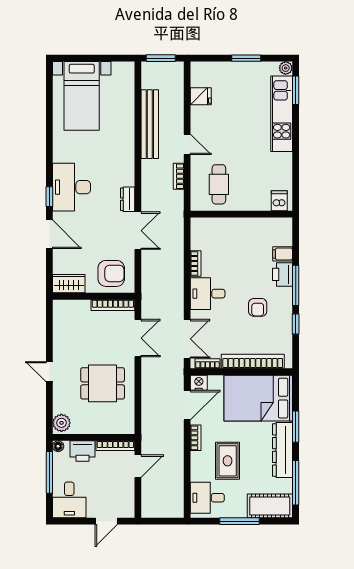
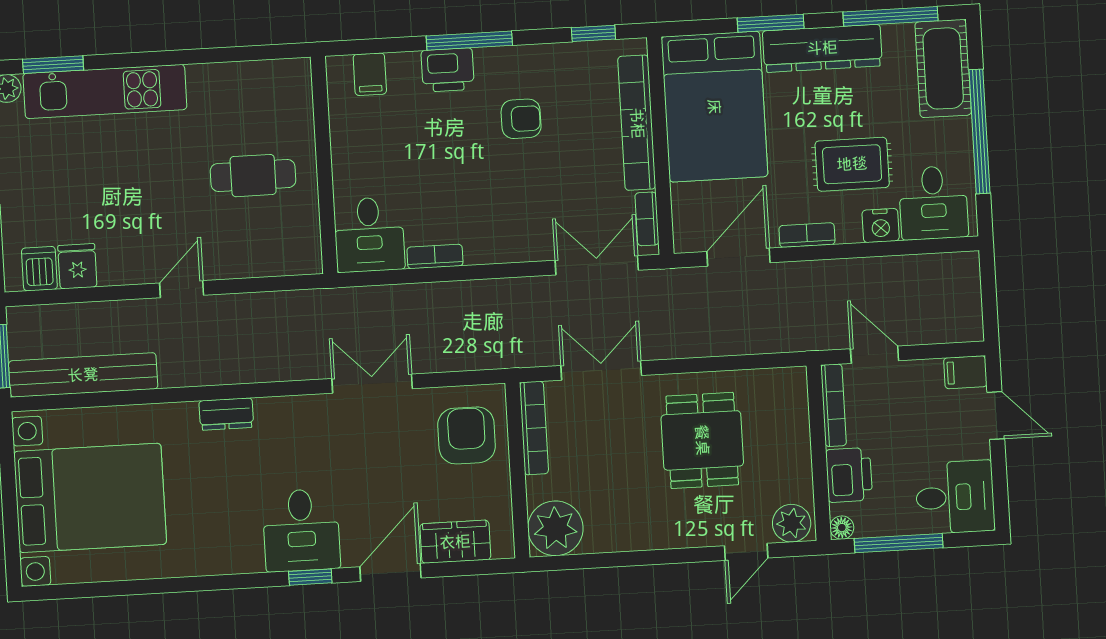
bed with nightstands: (82, 96) -> (90, 498), width x1.36
bench: (150, 124) -> (83, 375), moved
bookcase: (179, 176) -> (251, 304), removed
cafe table: (219, 184) -> (253, 176), moved
desk: (71, 187) -> (301, 530), width x0.73
dresser: (128, 199) -> (226, 414), moved
dishwasher: (279, 201) -> (39, 269), moved, turned 90
filing cabinet: (283, 254) -> (370, 74), moved
wardrobe: (69, 284) -> (455, 542), moved, turned 90
desk: (208, 294) -> (369, 235), moved
plant: (65, 312) -> (555, 528), added
window: (296, 324) -> (593, 33), moved
door: (49, 372) -> (746, 552), moved
nightstand: (199, 383) -> (881, 226), moved, turned -90
door: (187, 405) -> (738, 257), hinge flipped
filing cabinet: (127, 508) -> (965, 372), added
window: (239, 521) -> (979, 131), width x1.46

